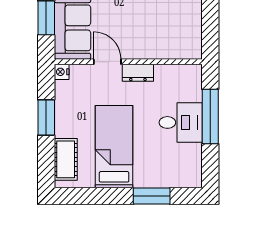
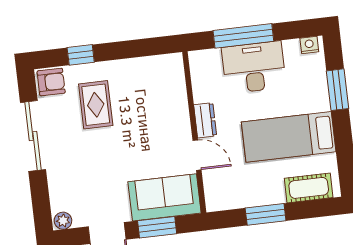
door: (107, 62) -> (197, 155), swing flipped
nightstand: (62, 72) -> (309, 45), moved, turned 180
desk: (181, 122) -> (254, 67), width x1.37

